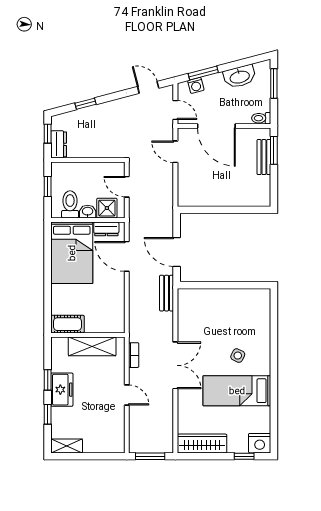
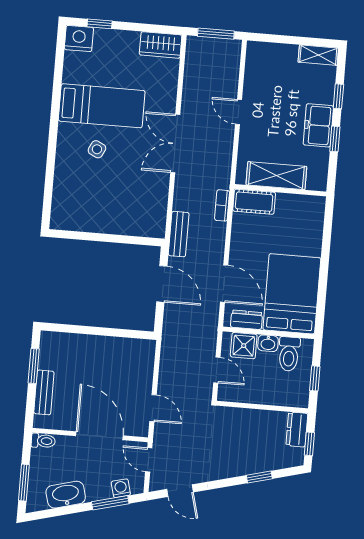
window: (274, 150) -> (34, 366), moved
cot: (67, 324) -> (254, 202), moved
bookcase: (134, 355) -> (222, 205), moved
wardrobe: (202, 443) -> (161, 45), width x0.67

